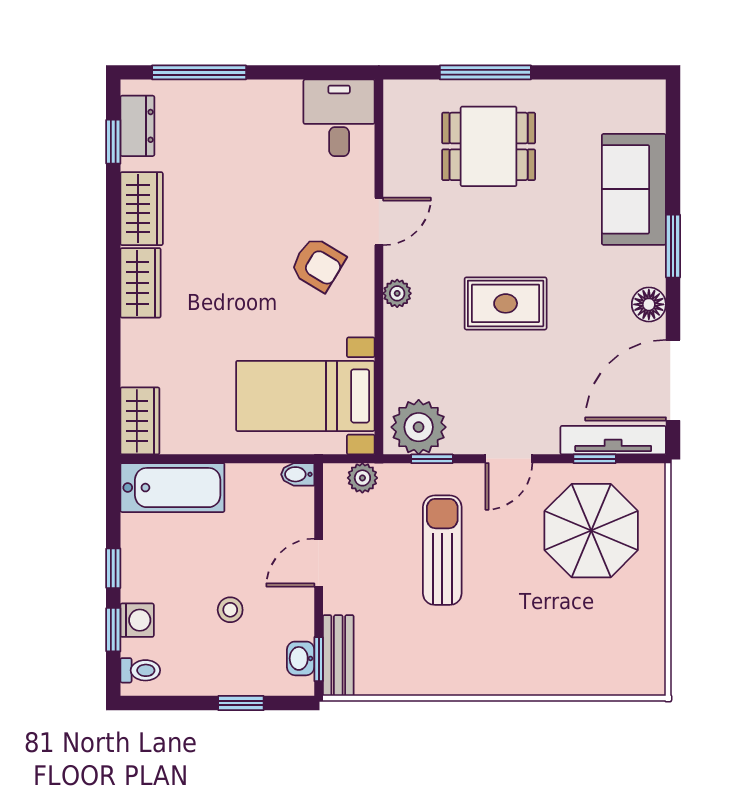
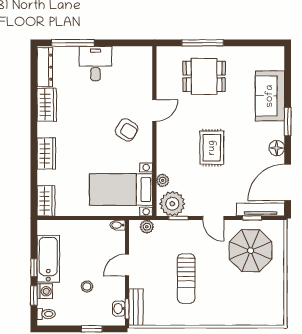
desk: (339, 118) -> (95, 63), moved
dresser: (137, 126) -> (45, 67), width x1.44
window: (113, 142) -> (34, 74), removed
wardrobe: (141, 283) -> (46, 153), moved
plant: (397, 293) -> (163, 180), moved
rug: (506, 303) -> (212, 148), turned 90
door: (509, 459) -> (213, 218), hinge flipped
bathtub: (172, 488) -> (48, 259), moved, turned -90
sun lounger: (442, 550) -> (186, 279), moved, turned 180

